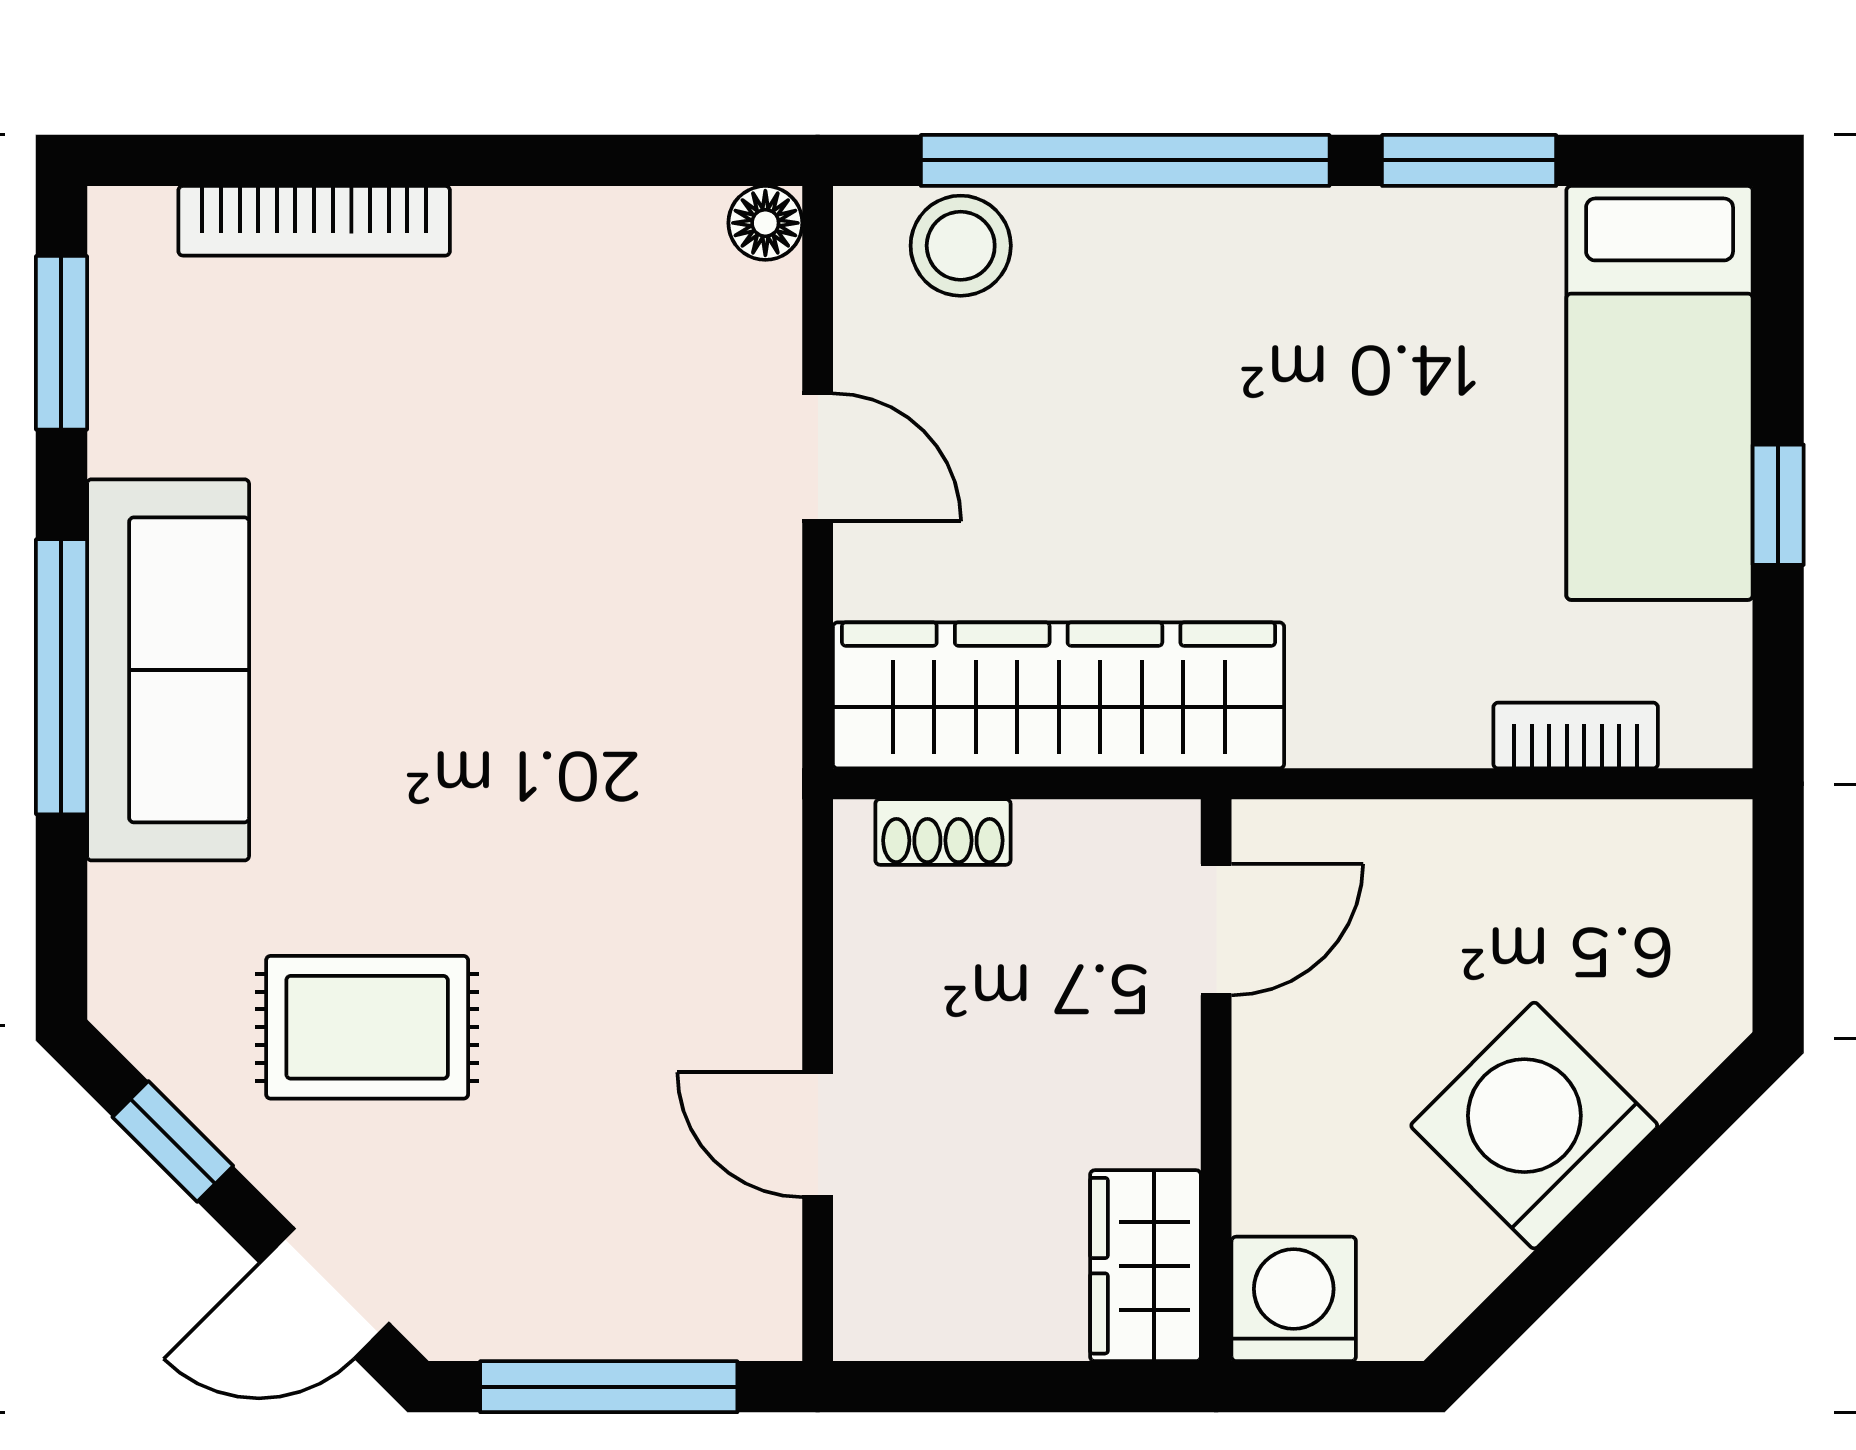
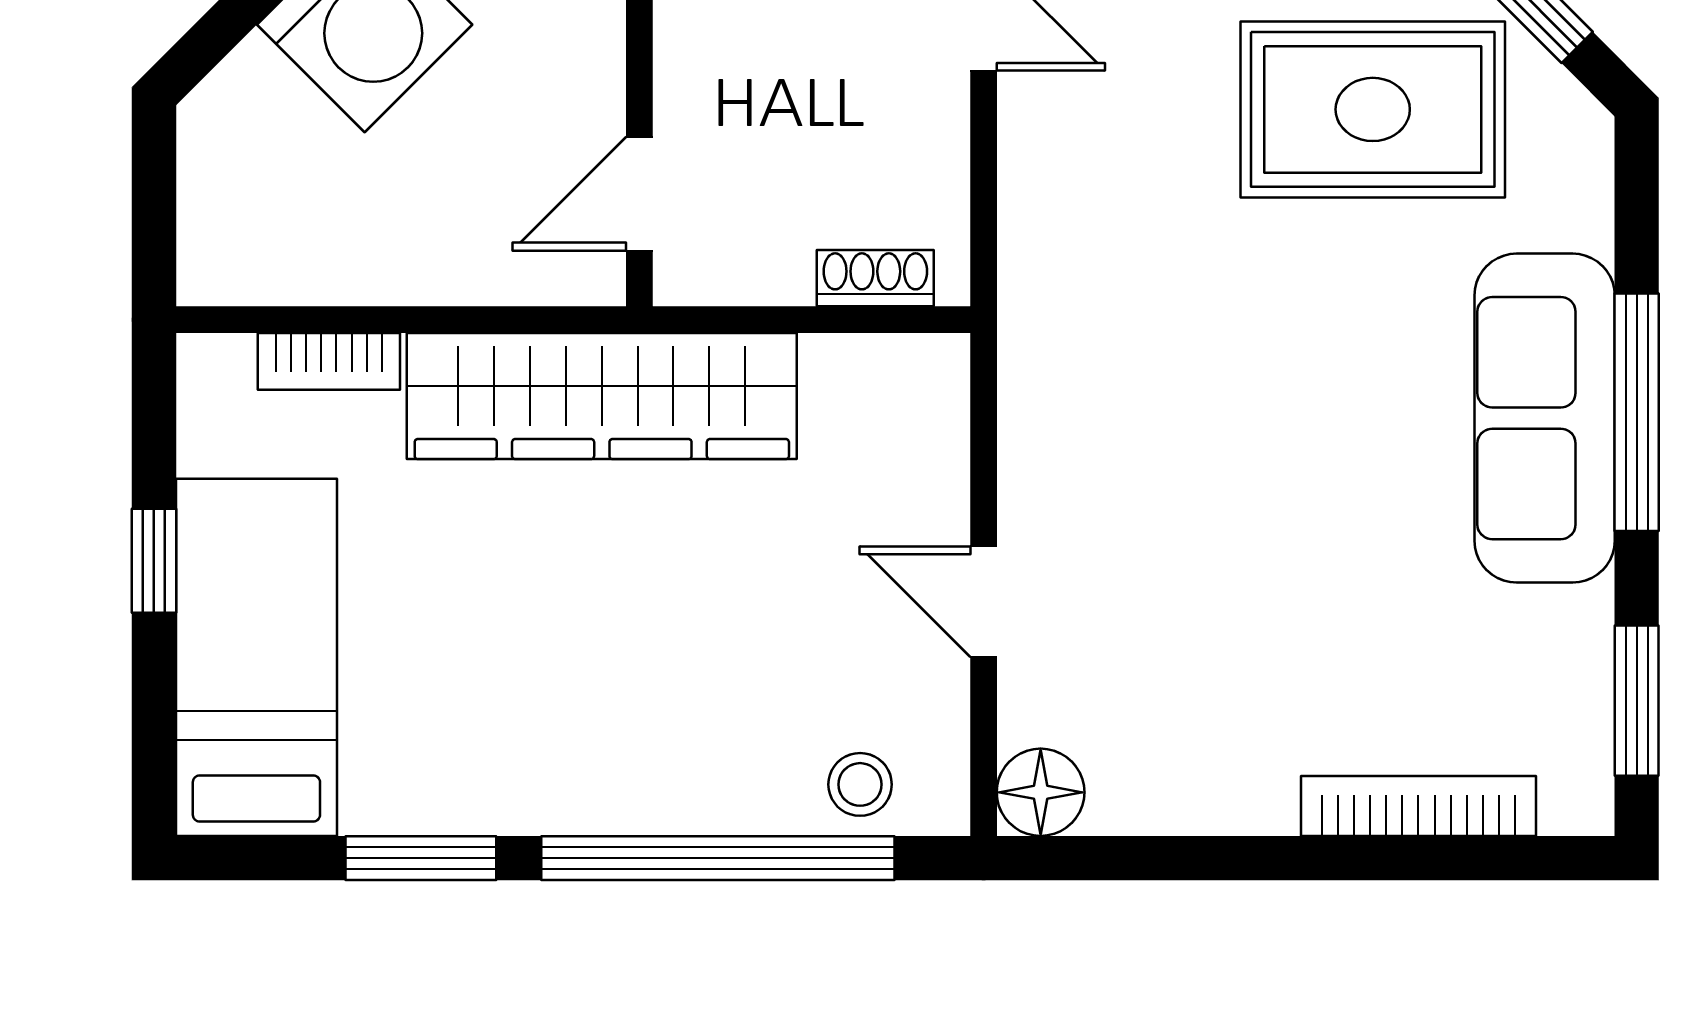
floor lamp: (765, 223) -> (1041, 792), width x1.37, depth x1.37
stool: (961, 246) -> (860, 784), width x0.73, depth x0.73
wardrobe: (1059, 695) -> (602, 396), moved
rug: (367, 1027) -> (1373, 109), width x1.36, depth x1.43

